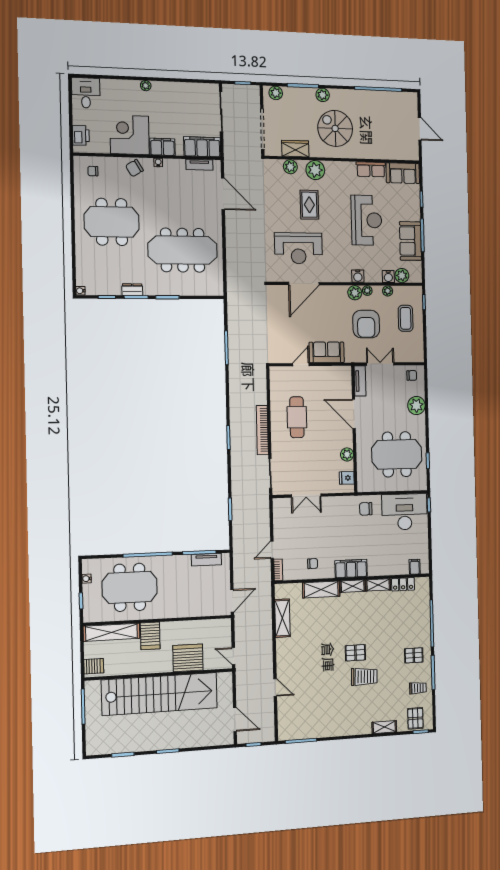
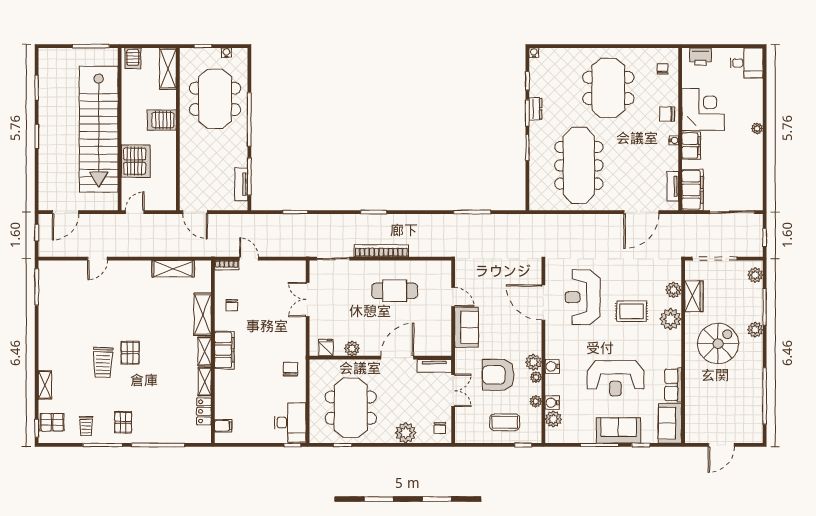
chair: (134, 168) -> (667, 114), turned -59
sofa: (410, 241) -> (619, 430), moved
desk: (405, 512) -> (290, 423), width x0.73, depth x0.77
shelving: (112, 632) -> (168, 69), width x0.68

